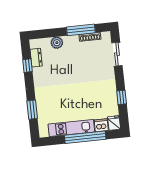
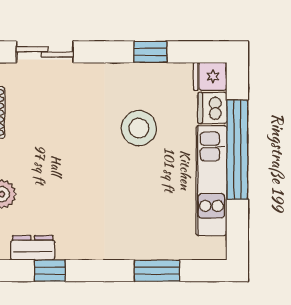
stool: (90, 96) -> (139, 128), added

